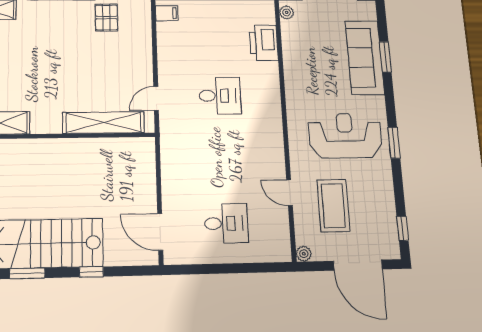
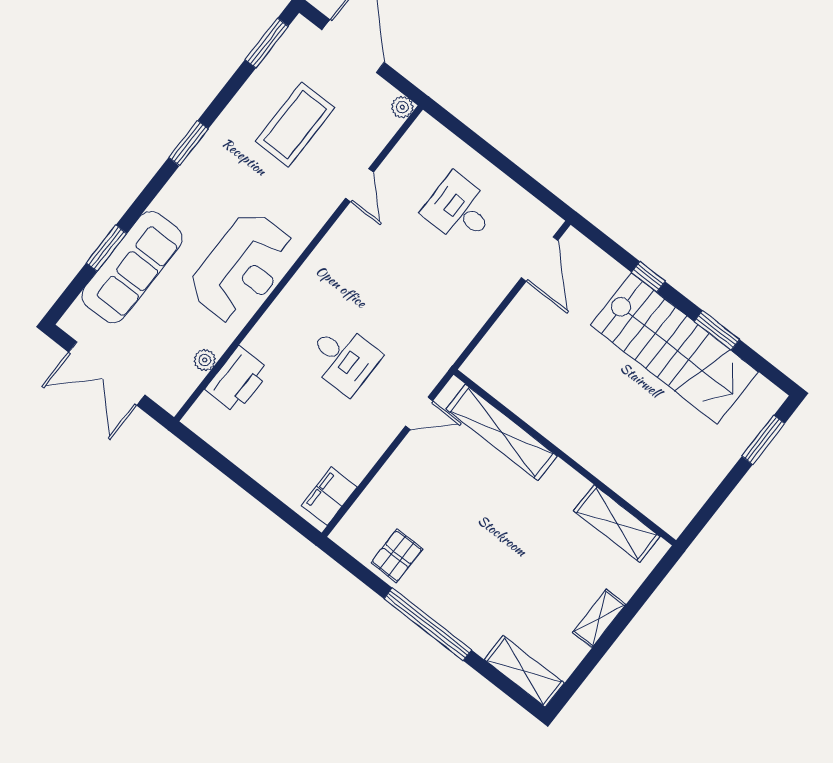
plant: (287, 12) -> (205, 360), moved
filing cabinet: (167, 13) -> (329, 496), width x2.00
desk: (220, 96) -> (343, 358), turned 180
reception desk: (345, 136) -> (242, 268), moved, turned -90
coffee table: (333, 206) -> (295, 125), moved
window: (403, 228) -> (267, 43), width x1.50

